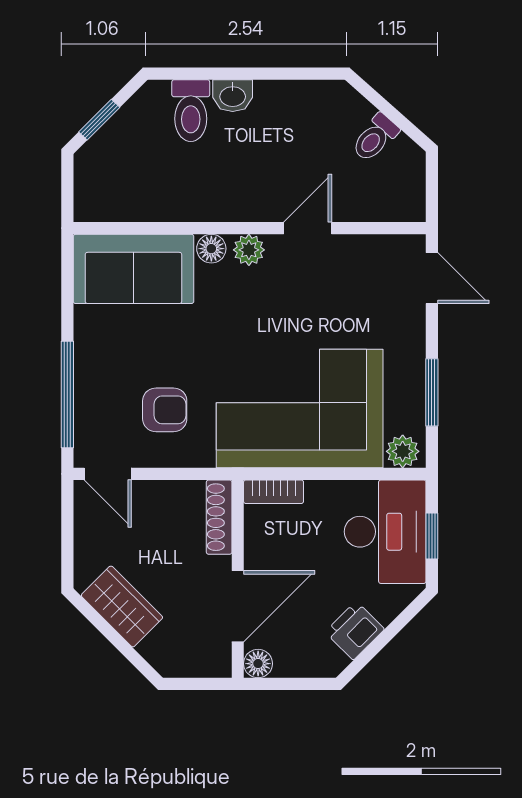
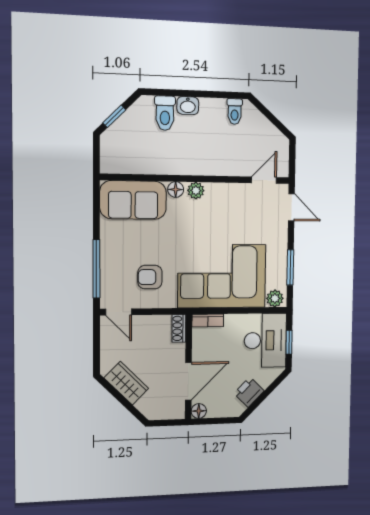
toilet: (375, 138) -> (235, 111), moved, turned -42
door: (308, 228) -> (264, 180), moved
armchair: (165, 410) -> (150, 277), turned 180
shoe rack: (219, 517) -> (179, 328), width x0.70

